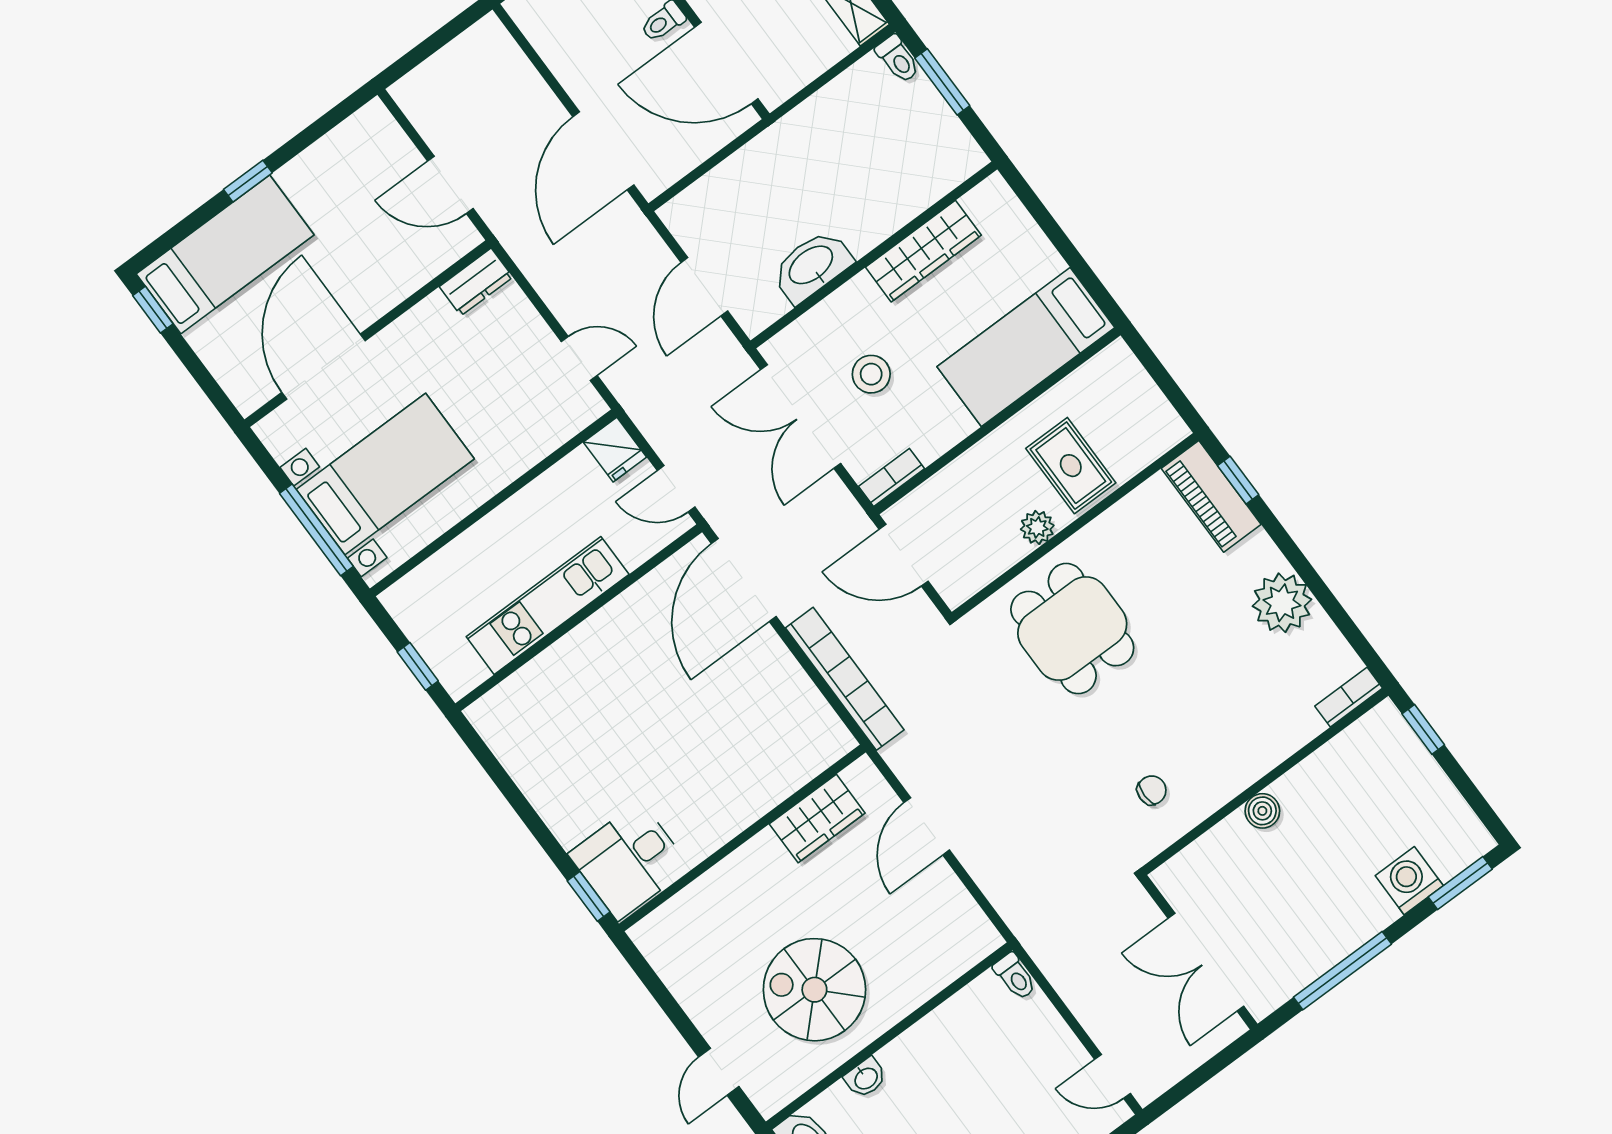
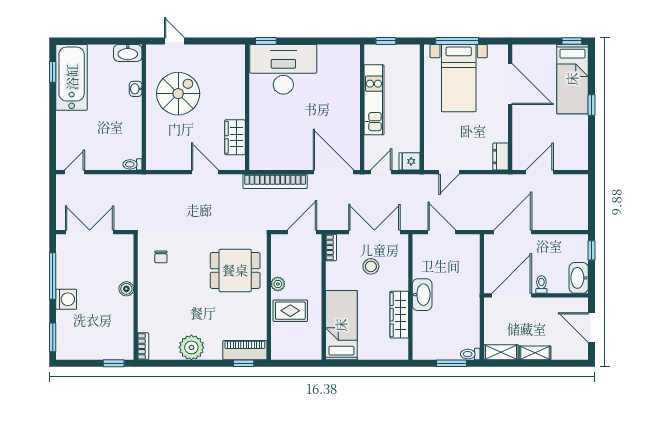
door: (603, 151) -> (513, 232), hinge flipped
washbasin: (812, 266) -> (422, 295), moved
desk: (629, 861) -> (283, 69), width x1.87, depth x1.30
washing machine: (1409, 881) -> (66, 299), moved

